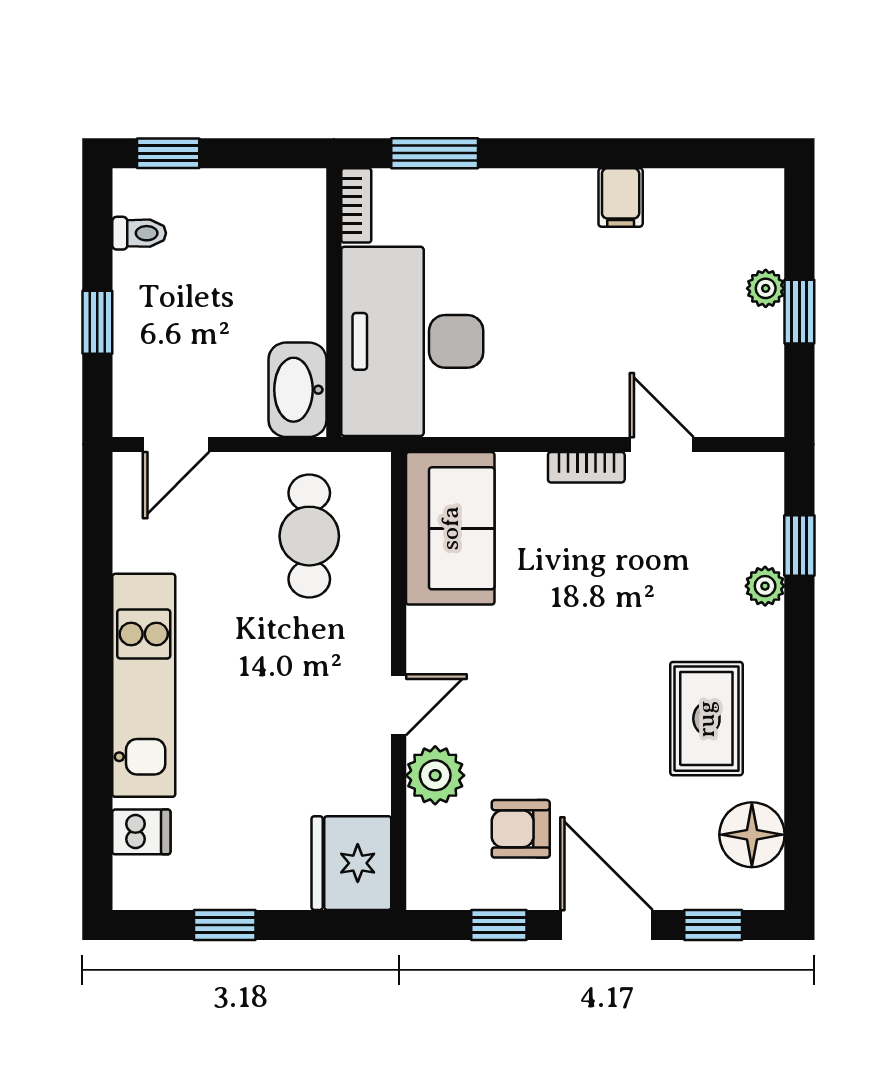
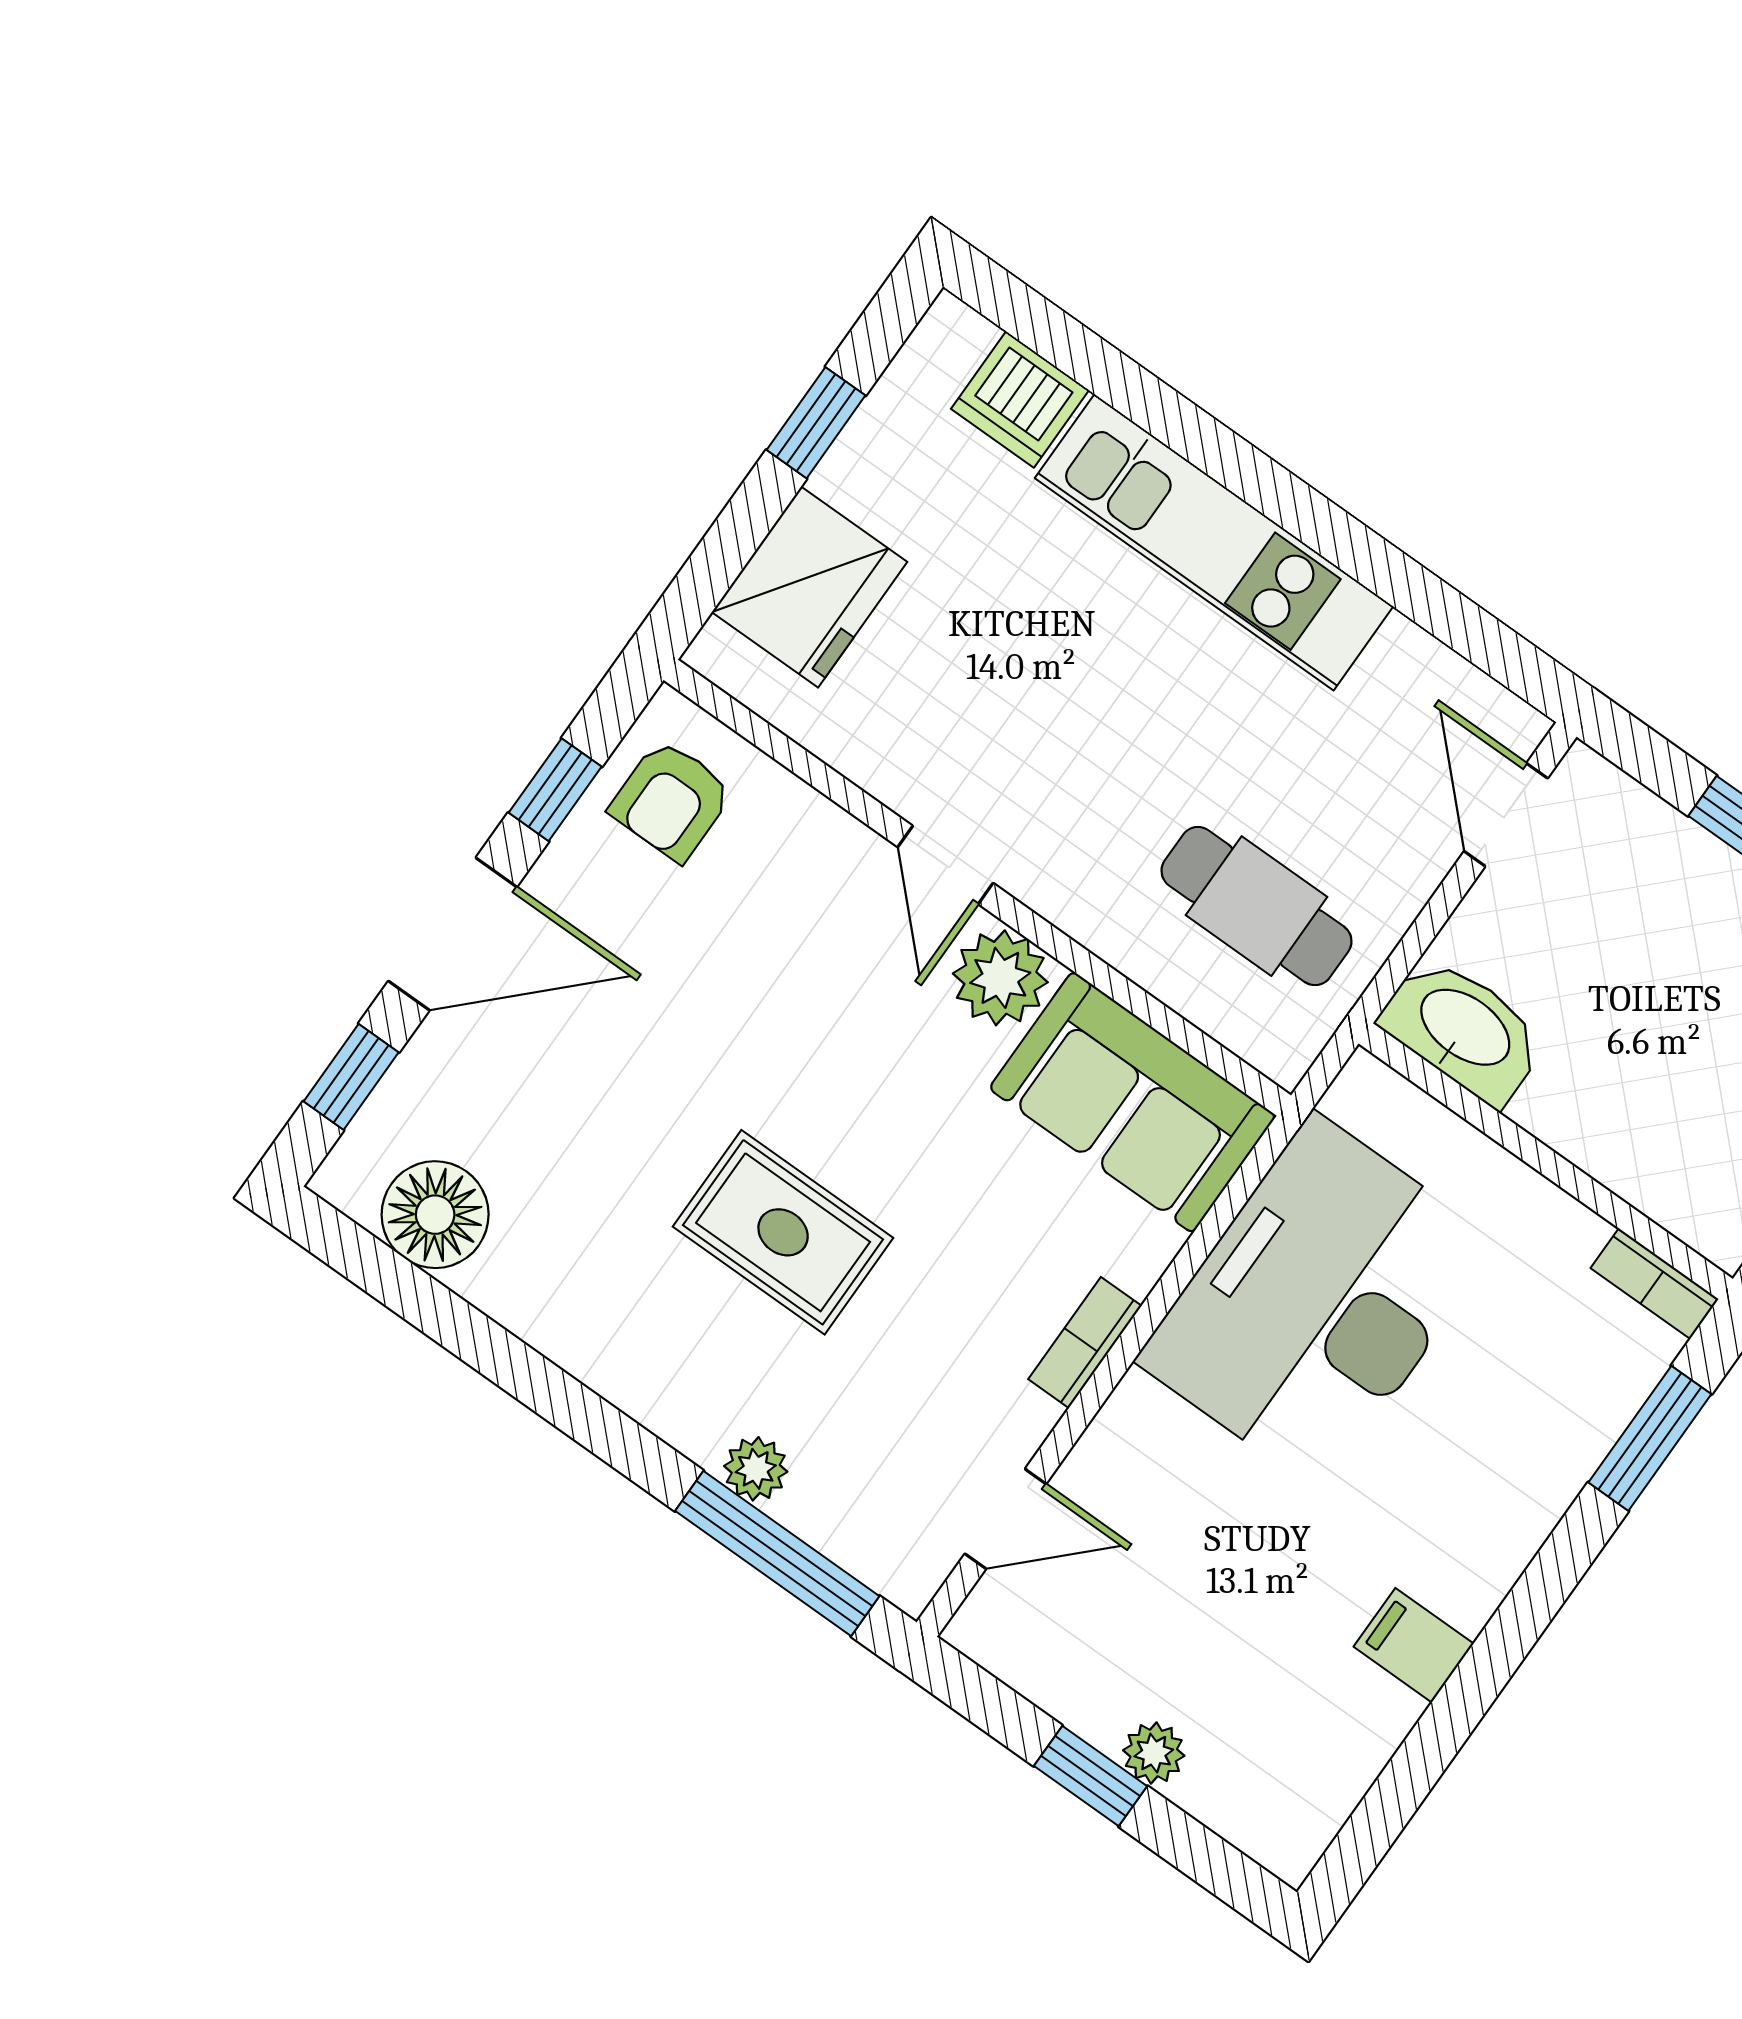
desk: (412, 341) -> (1317, 1302), moved, turned -90
door: (662, 444) -> (1006, 1519), moved
window: (799, 546) -> (777, 1553), width x2.17
rug: (706, 719) -> (783, 1232), moved
plant: (435, 775) -> (1000, 978), moved
armchair: (521, 829) -> (671, 800), moved, turned 180
dishwasher: (141, 832) -> (1020, 399), width x1.38
fridge: (351, 863) -> (810, 587), moved, turned 90

